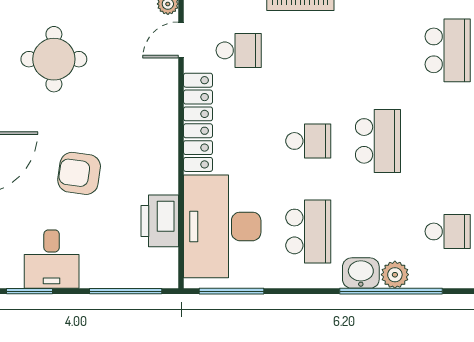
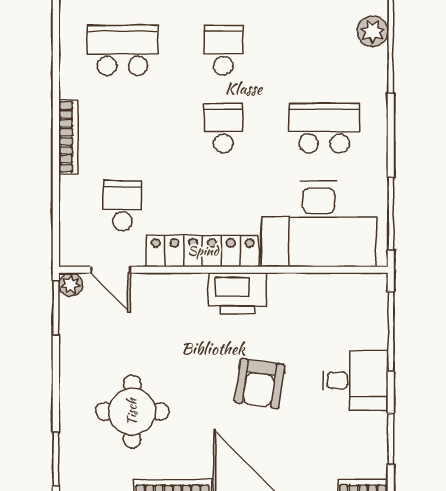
school desk: (378, 50) -> (122, 50), added
school desk: (378, 141) -> (223, 50), width x0.54
printer: (160, 221) -> (238, 294), moved
desk: (52, 259) -> (355, 380), moved
washbasin: (361, 273) -> (371, 69), removed

